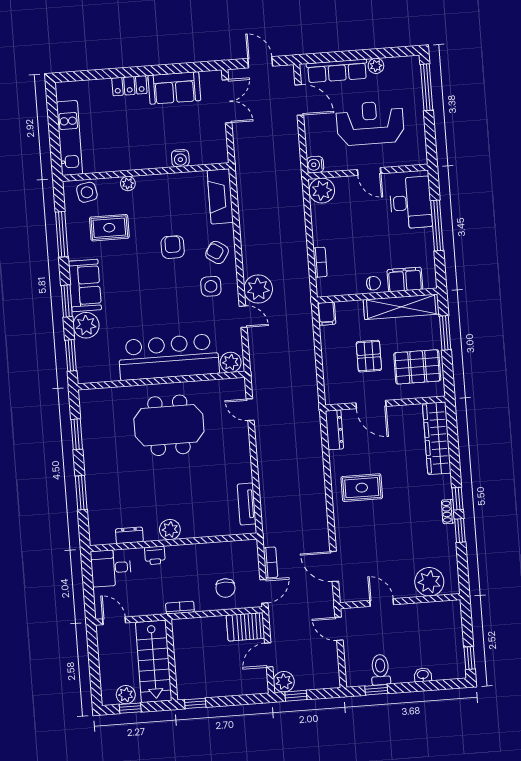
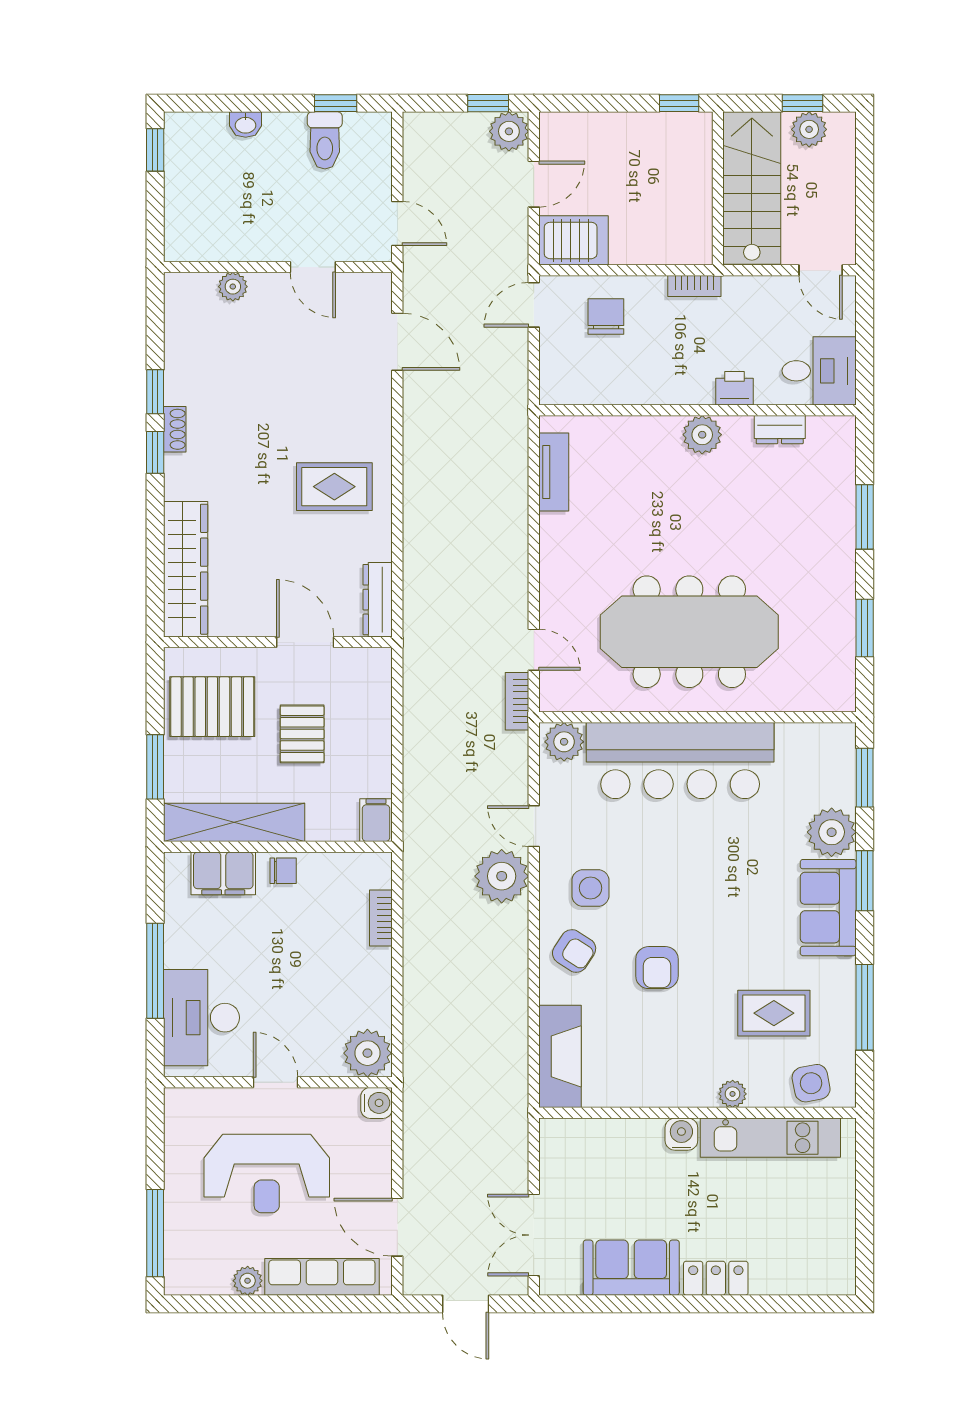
kitchen unit: (69, 138) -> (770, 1138), moved, turned -90
water cooler: (180, 158) -> (681, 1134), moved
chair: (373, 283) -> (283, 871), turned 180
meeting table: (169, 425) -> (689, 632), width x1.36
bookcase: (271, 562) -> (517, 701), moved
plant: (429, 582) -> (233, 287), width x0.53, depth x0.53

